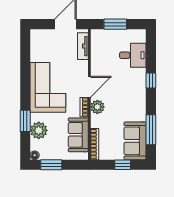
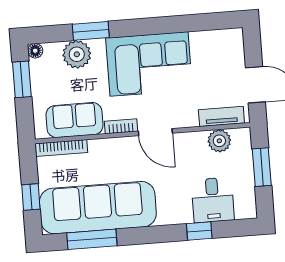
window: (151, 80) -> (199, 231), moved
plant: (97, 107) -> (219, 141), moved
sofa: (135, 141) -> (98, 208), width x1.85, depth x1.27

